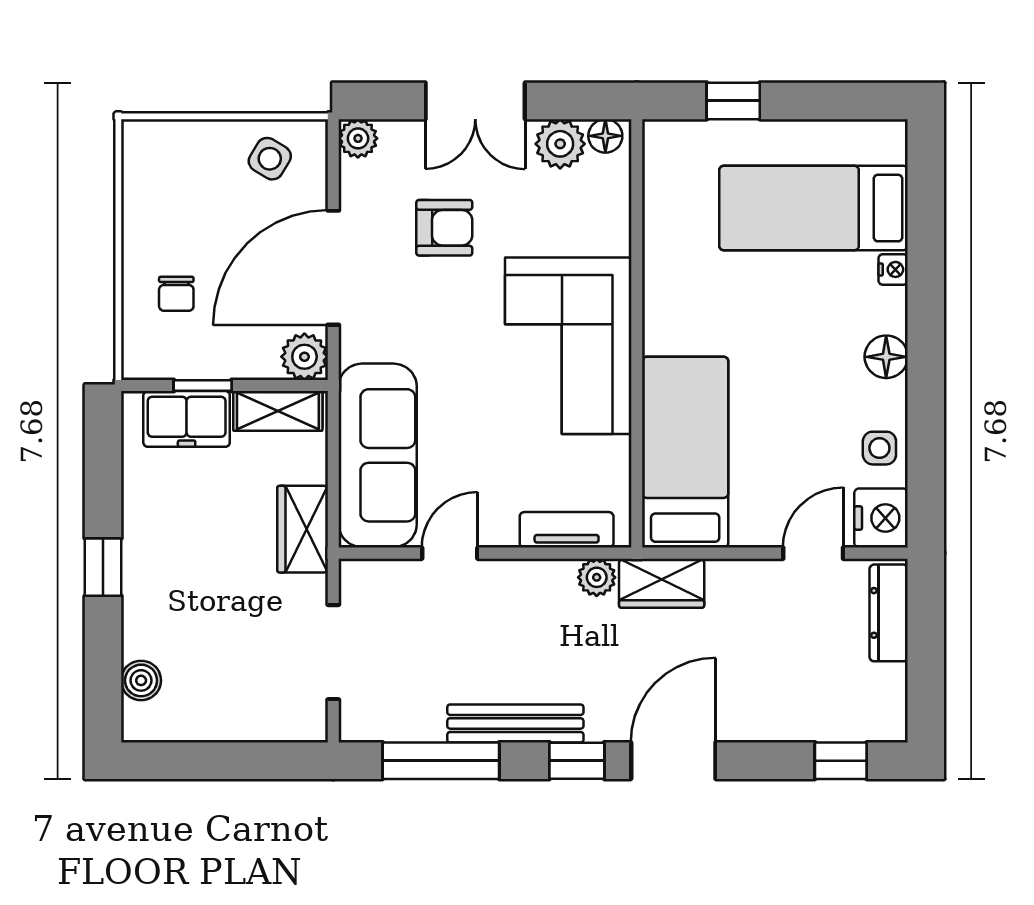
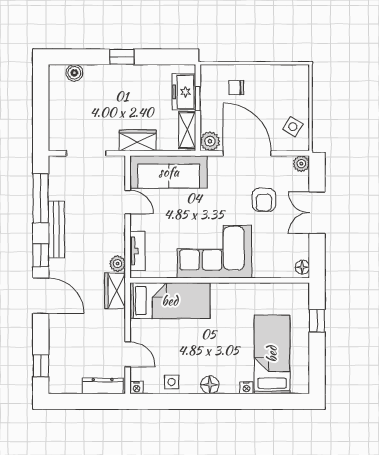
plant: (560, 144) -> (299, 248), removed
nightstand: (881, 518) -> (136, 388), width x0.53, depth x0.56

